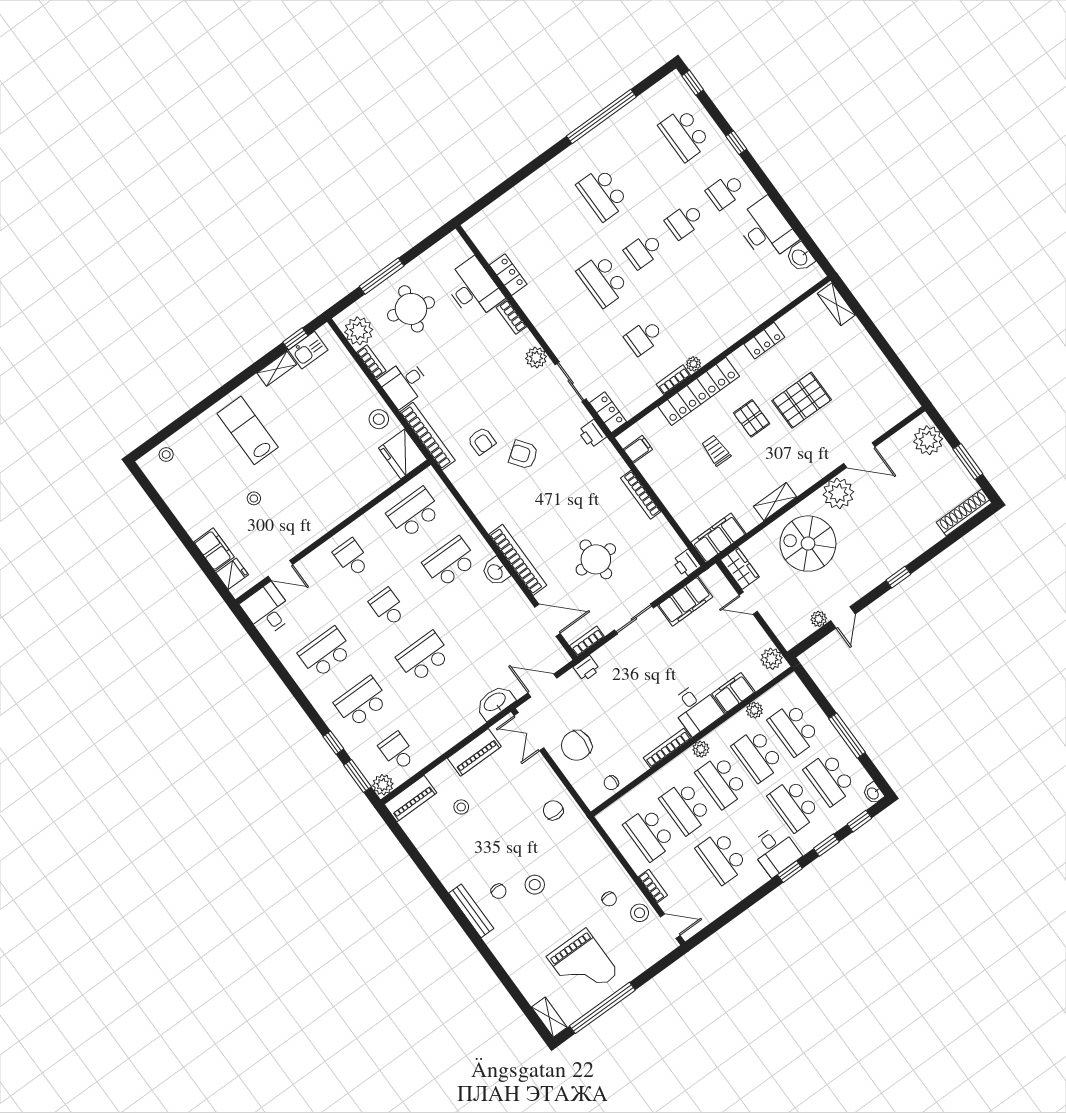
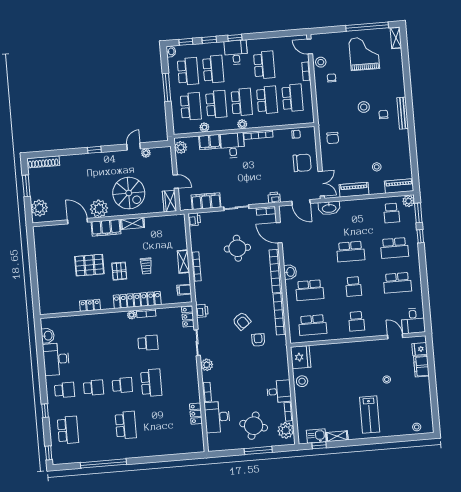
shelving: (836, 304) -> (183, 262), moved
bookcase: (427, 436) -> (280, 314), moved
filing cabinet: (718, 538) -> (106, 228), moved

